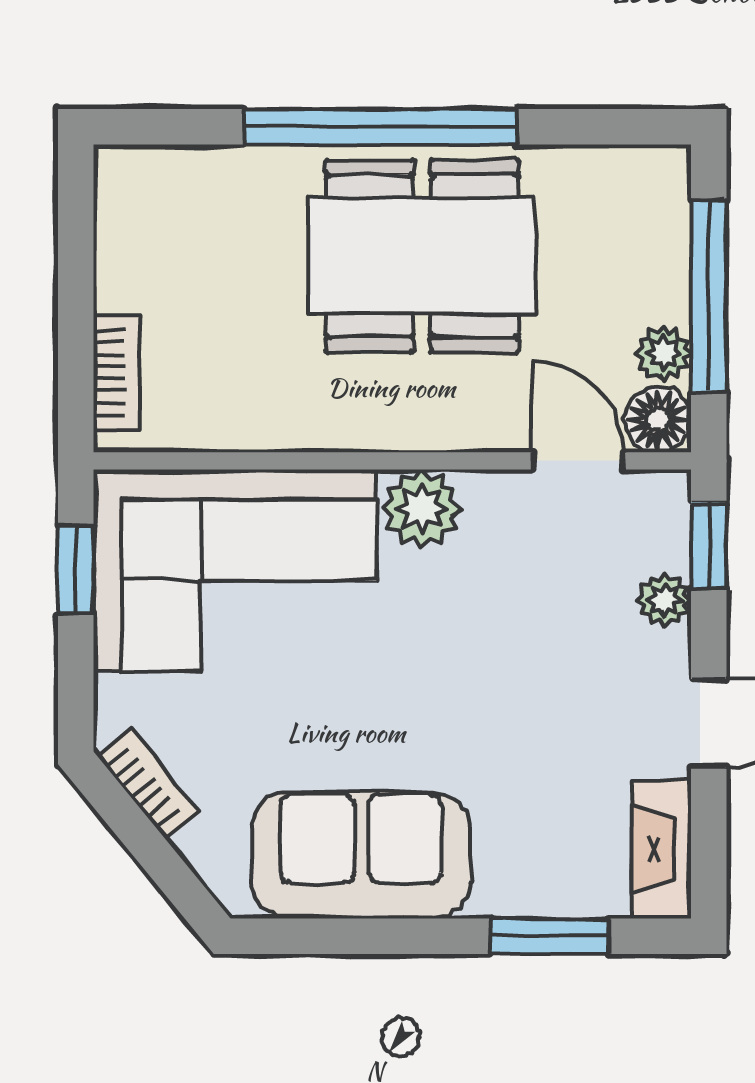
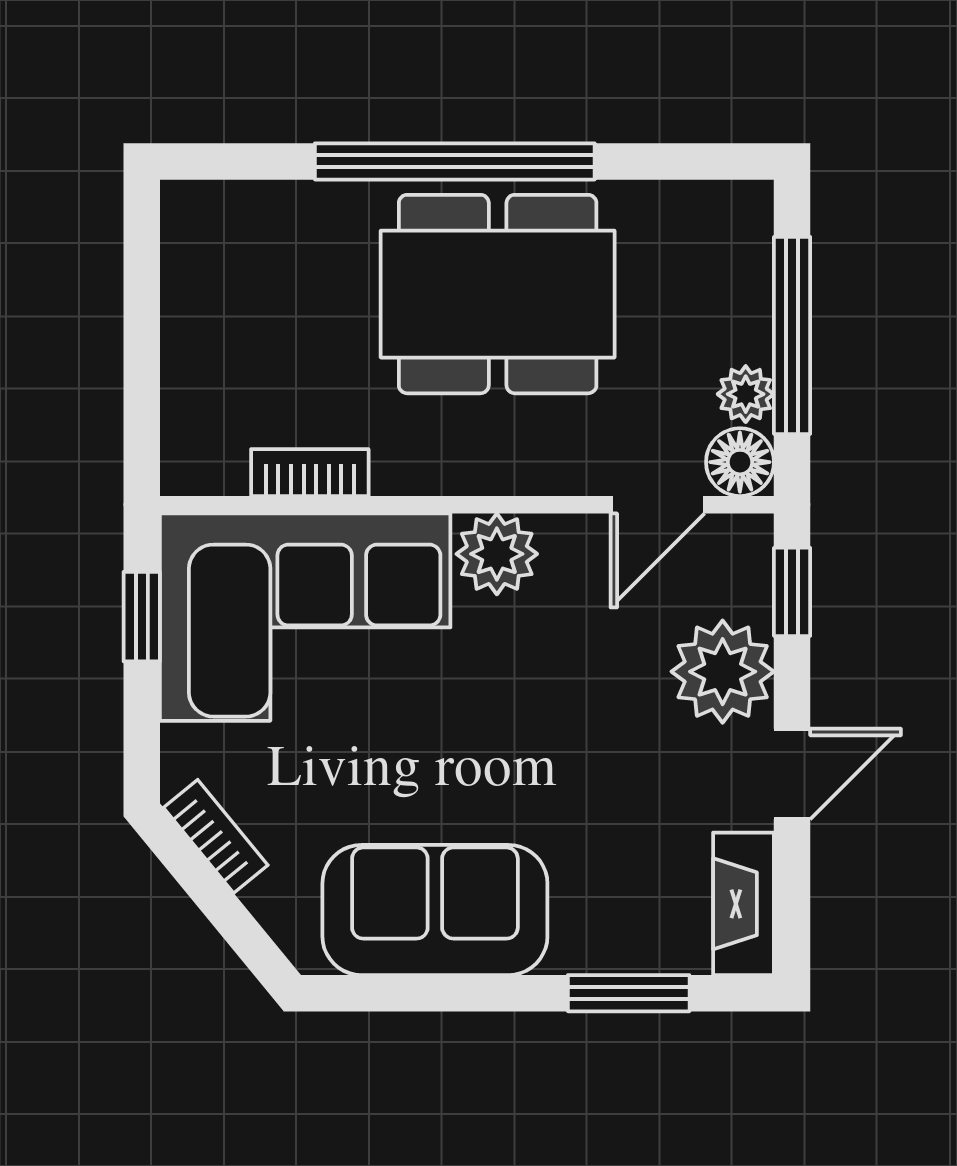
bookcase: (116, 373) -> (310, 473), moved, turned -90
door: (578, 461) -> (658, 505), swing flipped
plant: (664, 600) -> (723, 672), width x1.88, depth x1.88

